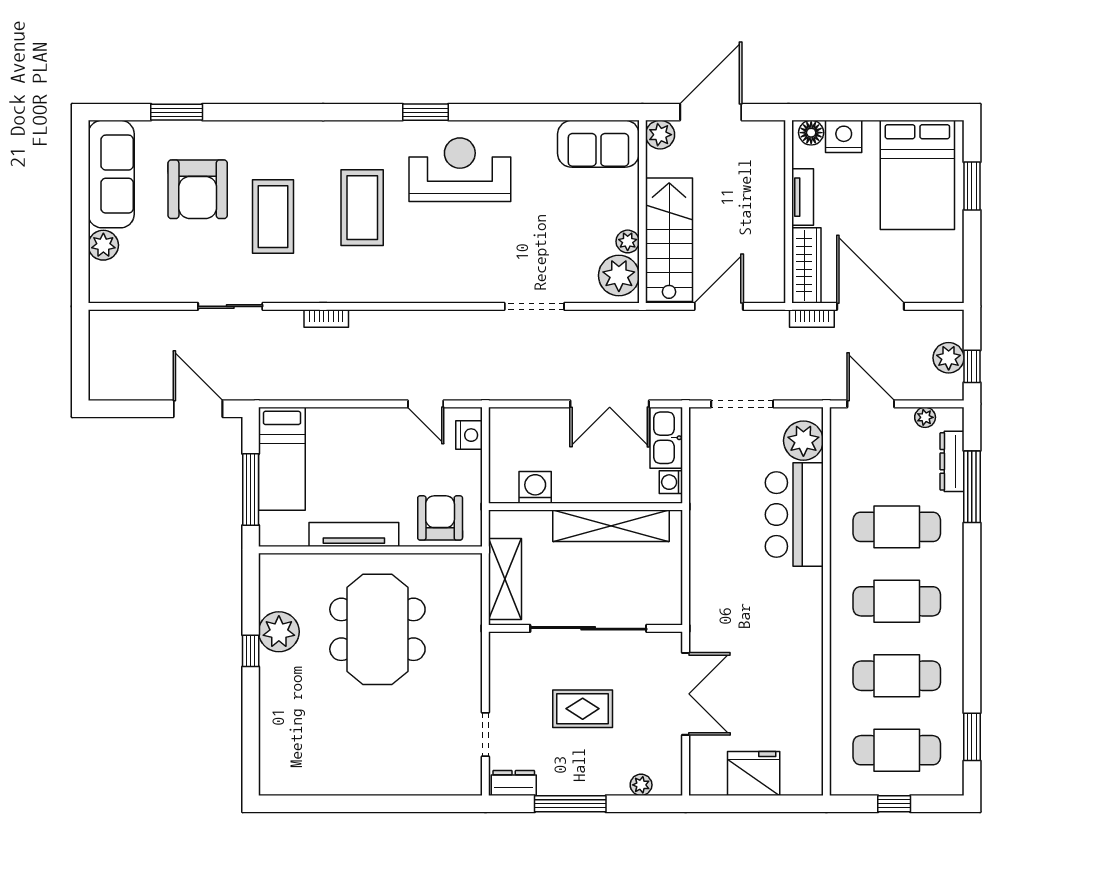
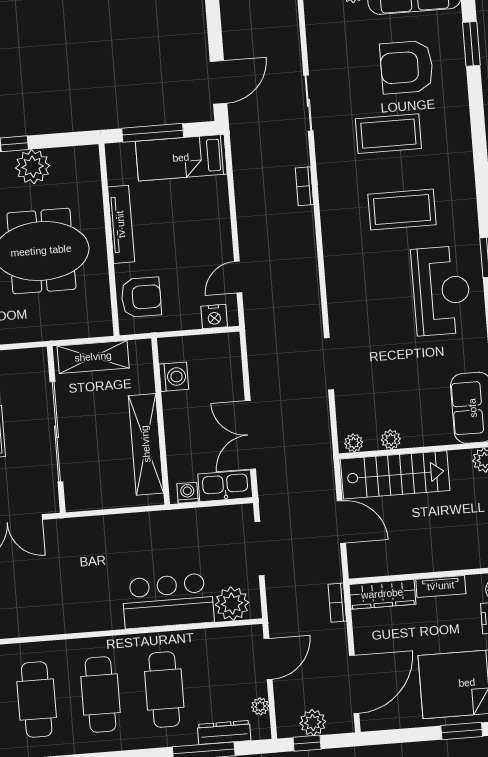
plant: (619, 275) -> (354, 443), width x0.53, depth x0.53
door: (870, 306) -> (354, 684), moved

